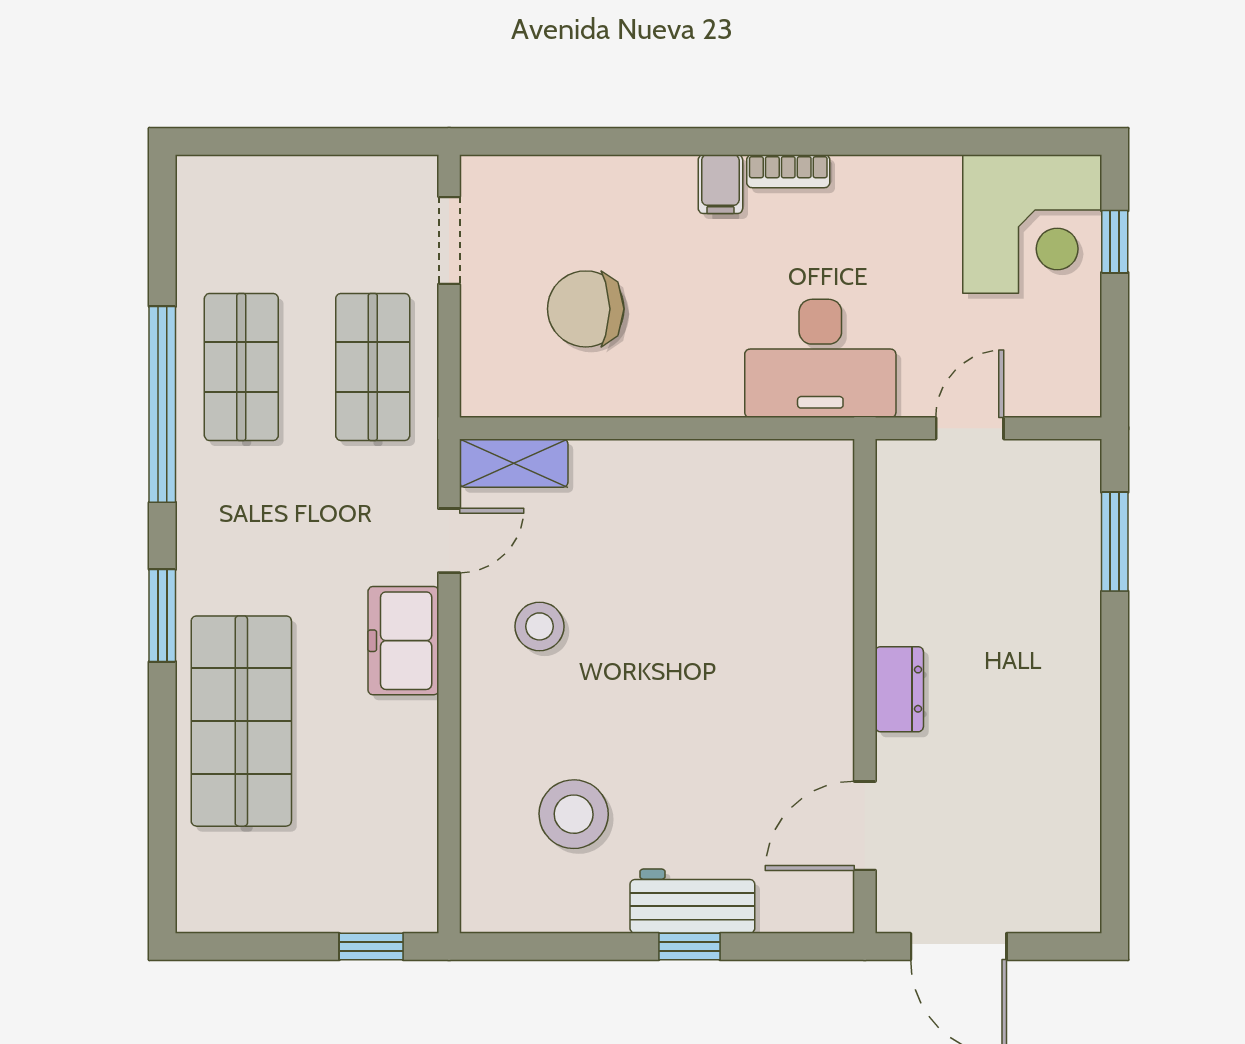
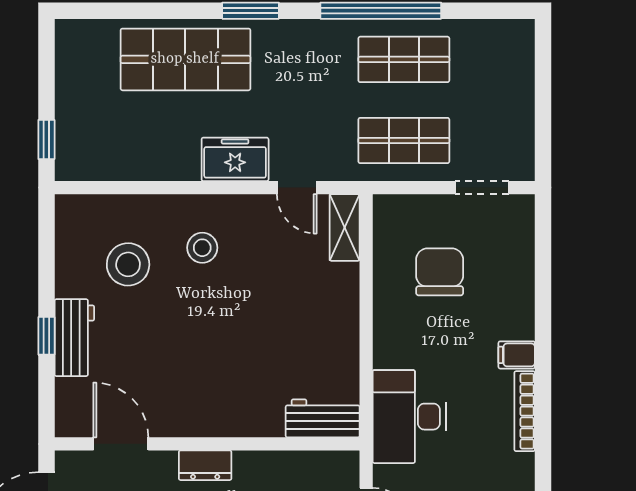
bookcase: (788, 171) -> (525, 411), width x1.56
workbench: (823, 499) -> (323, 418), added
stool: (539, 626) -> (202, 248), moved

